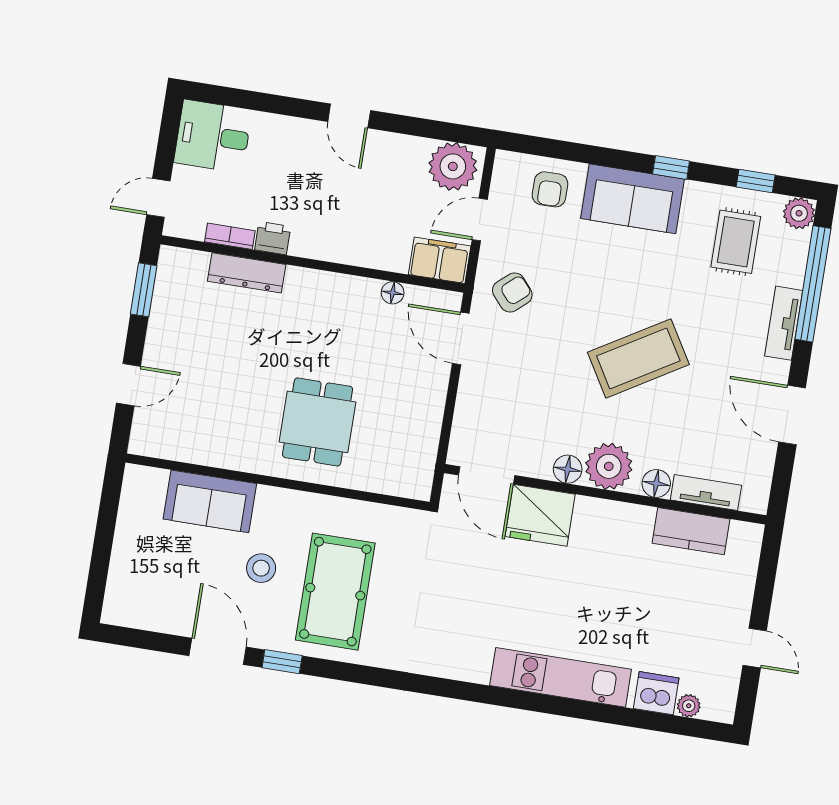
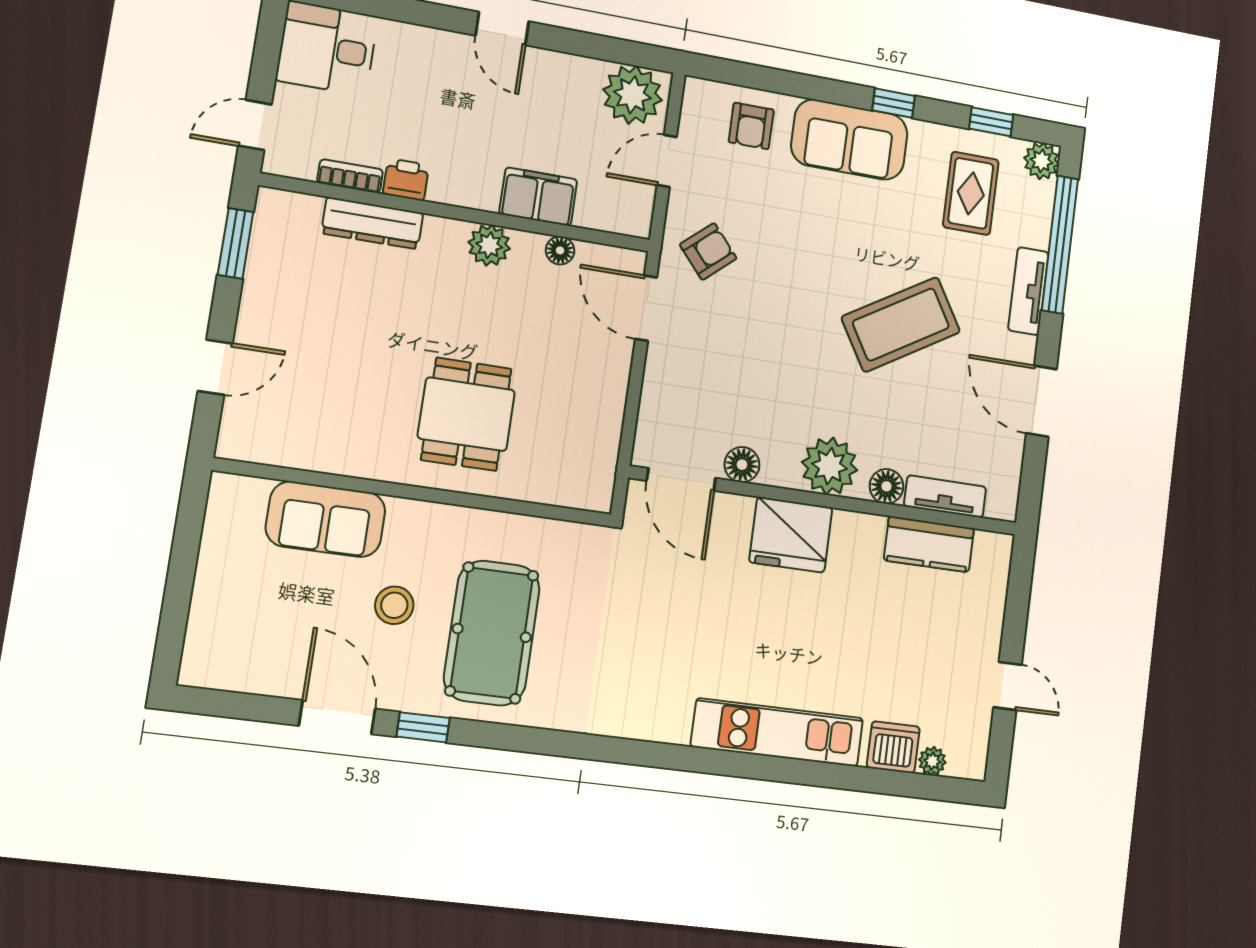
filing cabinet: (440, 260) -> (538, 197), moved
plant: (337, 289) -> (489, 245), added
coffee table: (638, 358) -> (901, 324), moved
floor lamp: (568, 469) -> (742, 465), moved
fridge: (540, 515) -> (791, 535), moved

